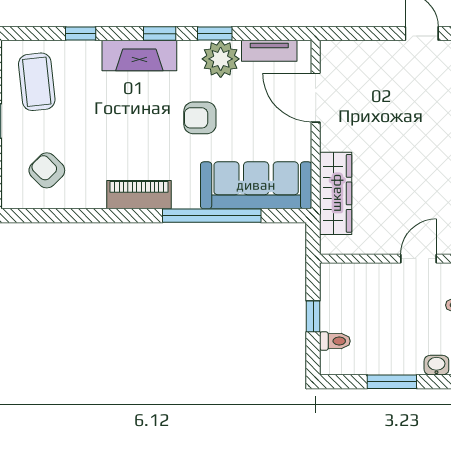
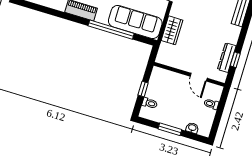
wardrobe: (336, 193) -> (172, 30), width x0.67
door: (418, 259) -> (199, 77), swing flipped

